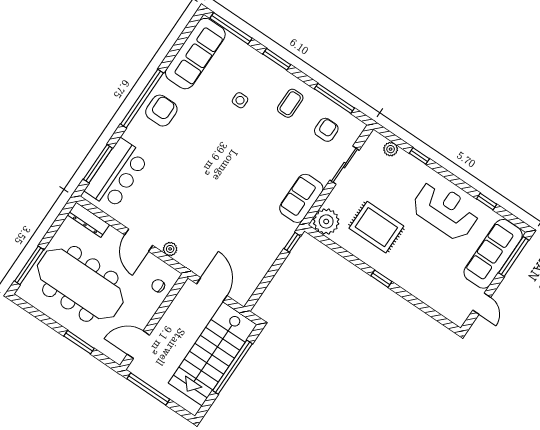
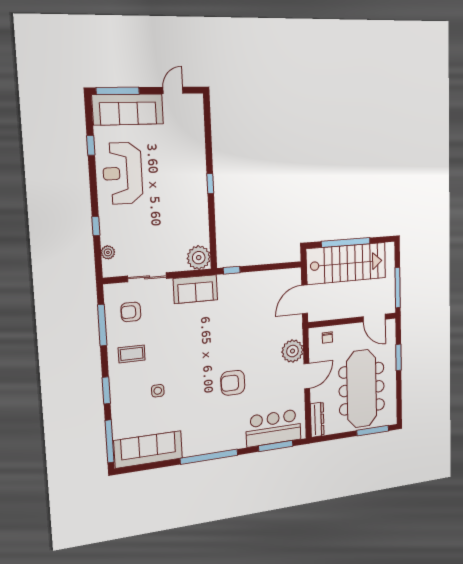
armchair: (161, 111) -> (233, 383), moved
rug: (376, 227) -> (175, 217), removed
plant: (170, 249) -> (292, 351), width x1.87, depth x1.87

